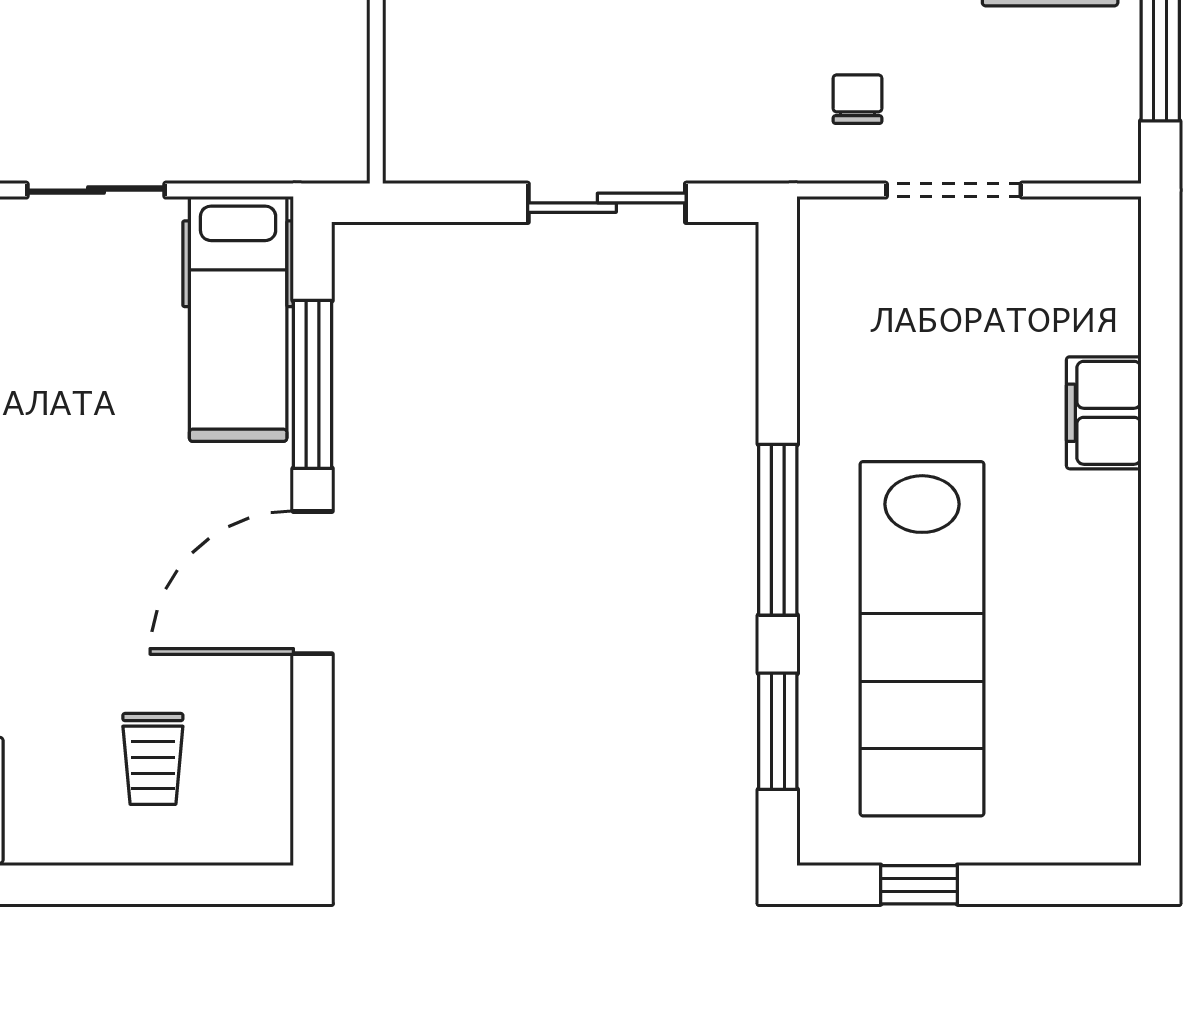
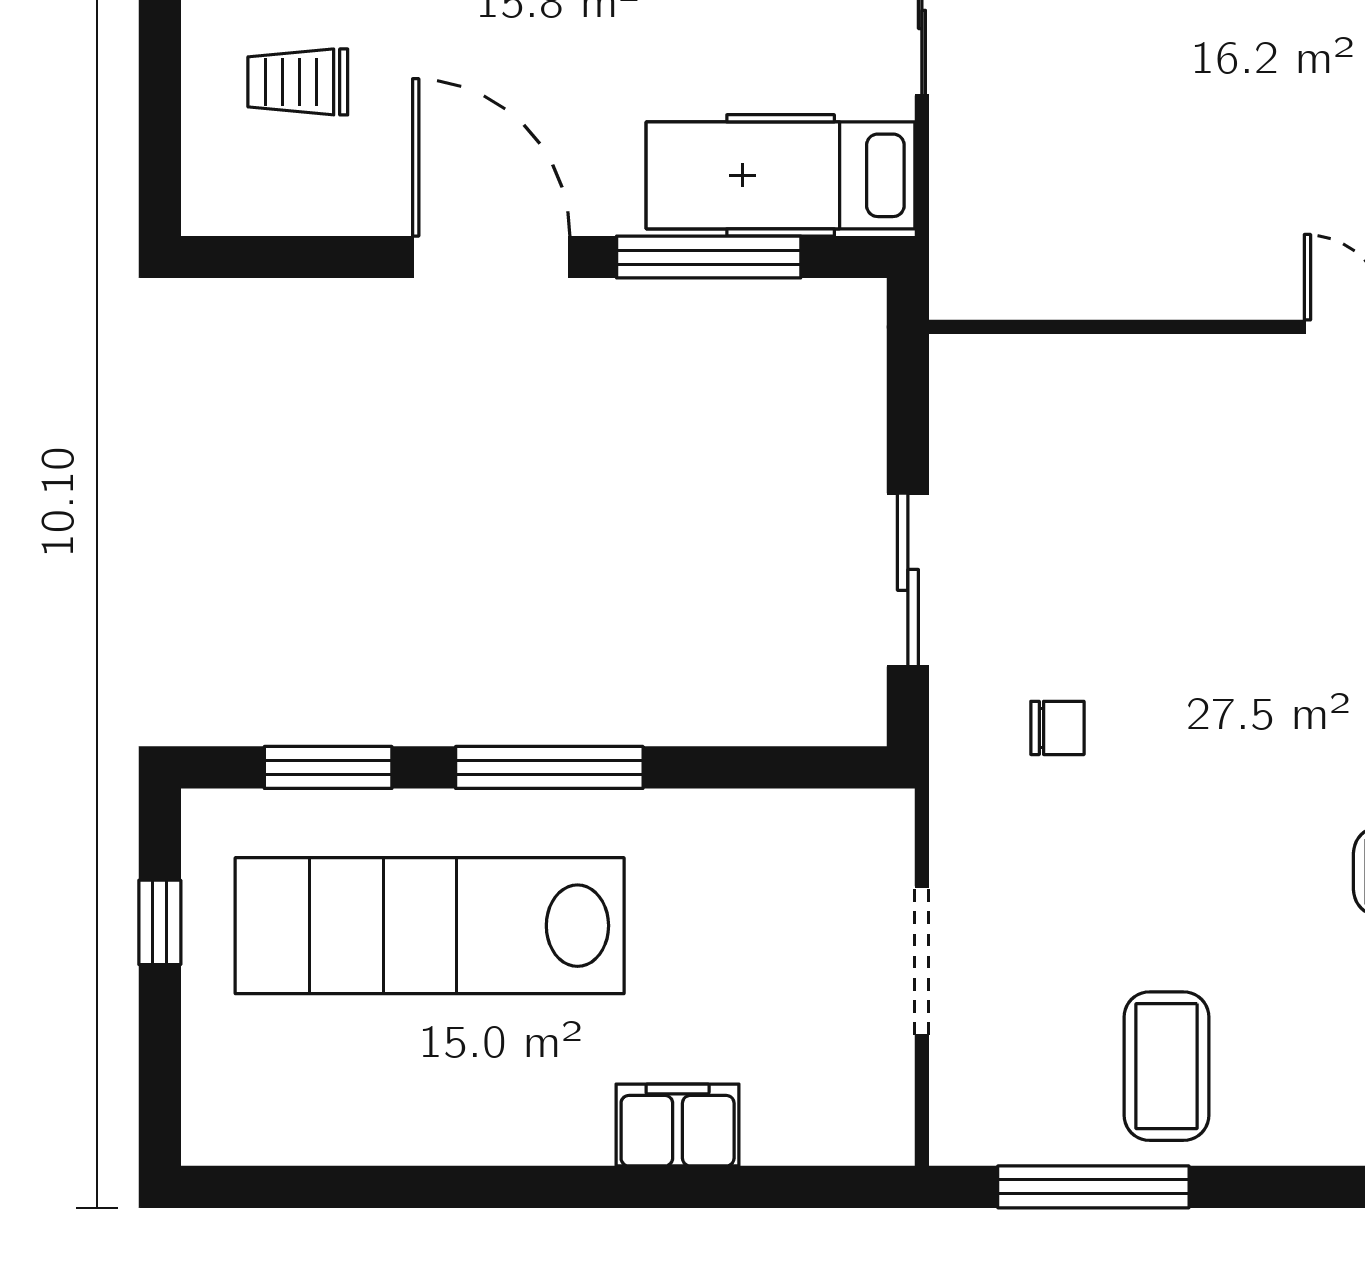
chair: (857, 99) -> (1057, 728), moved

